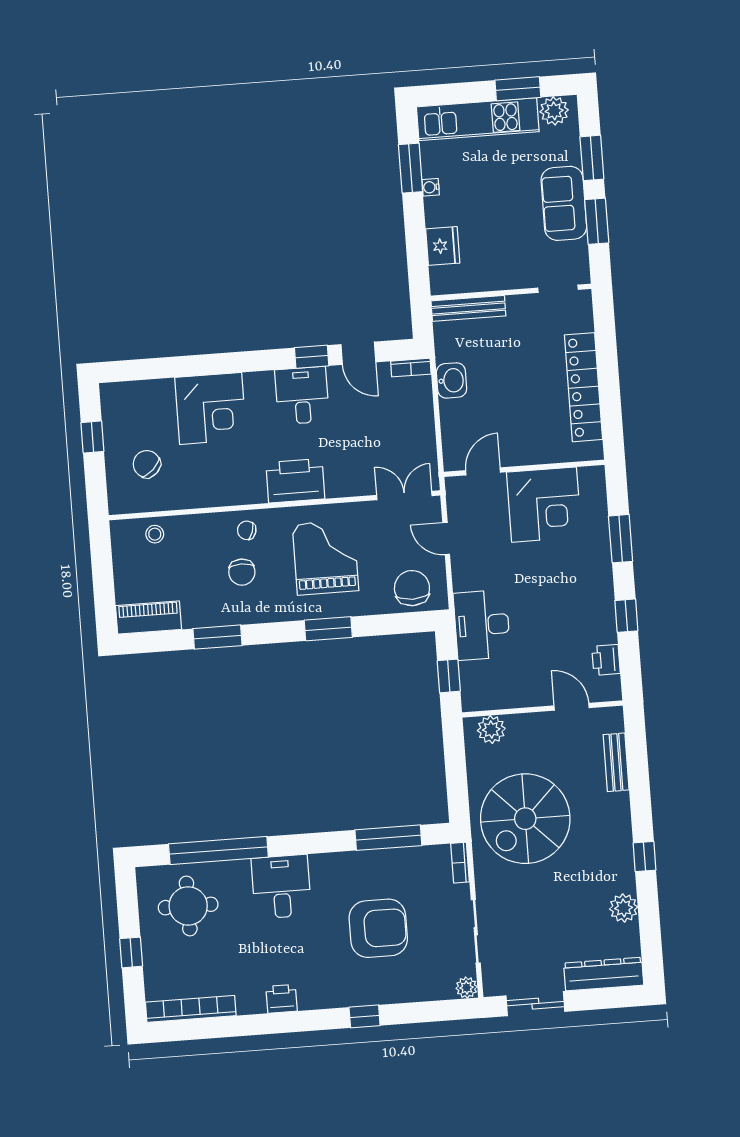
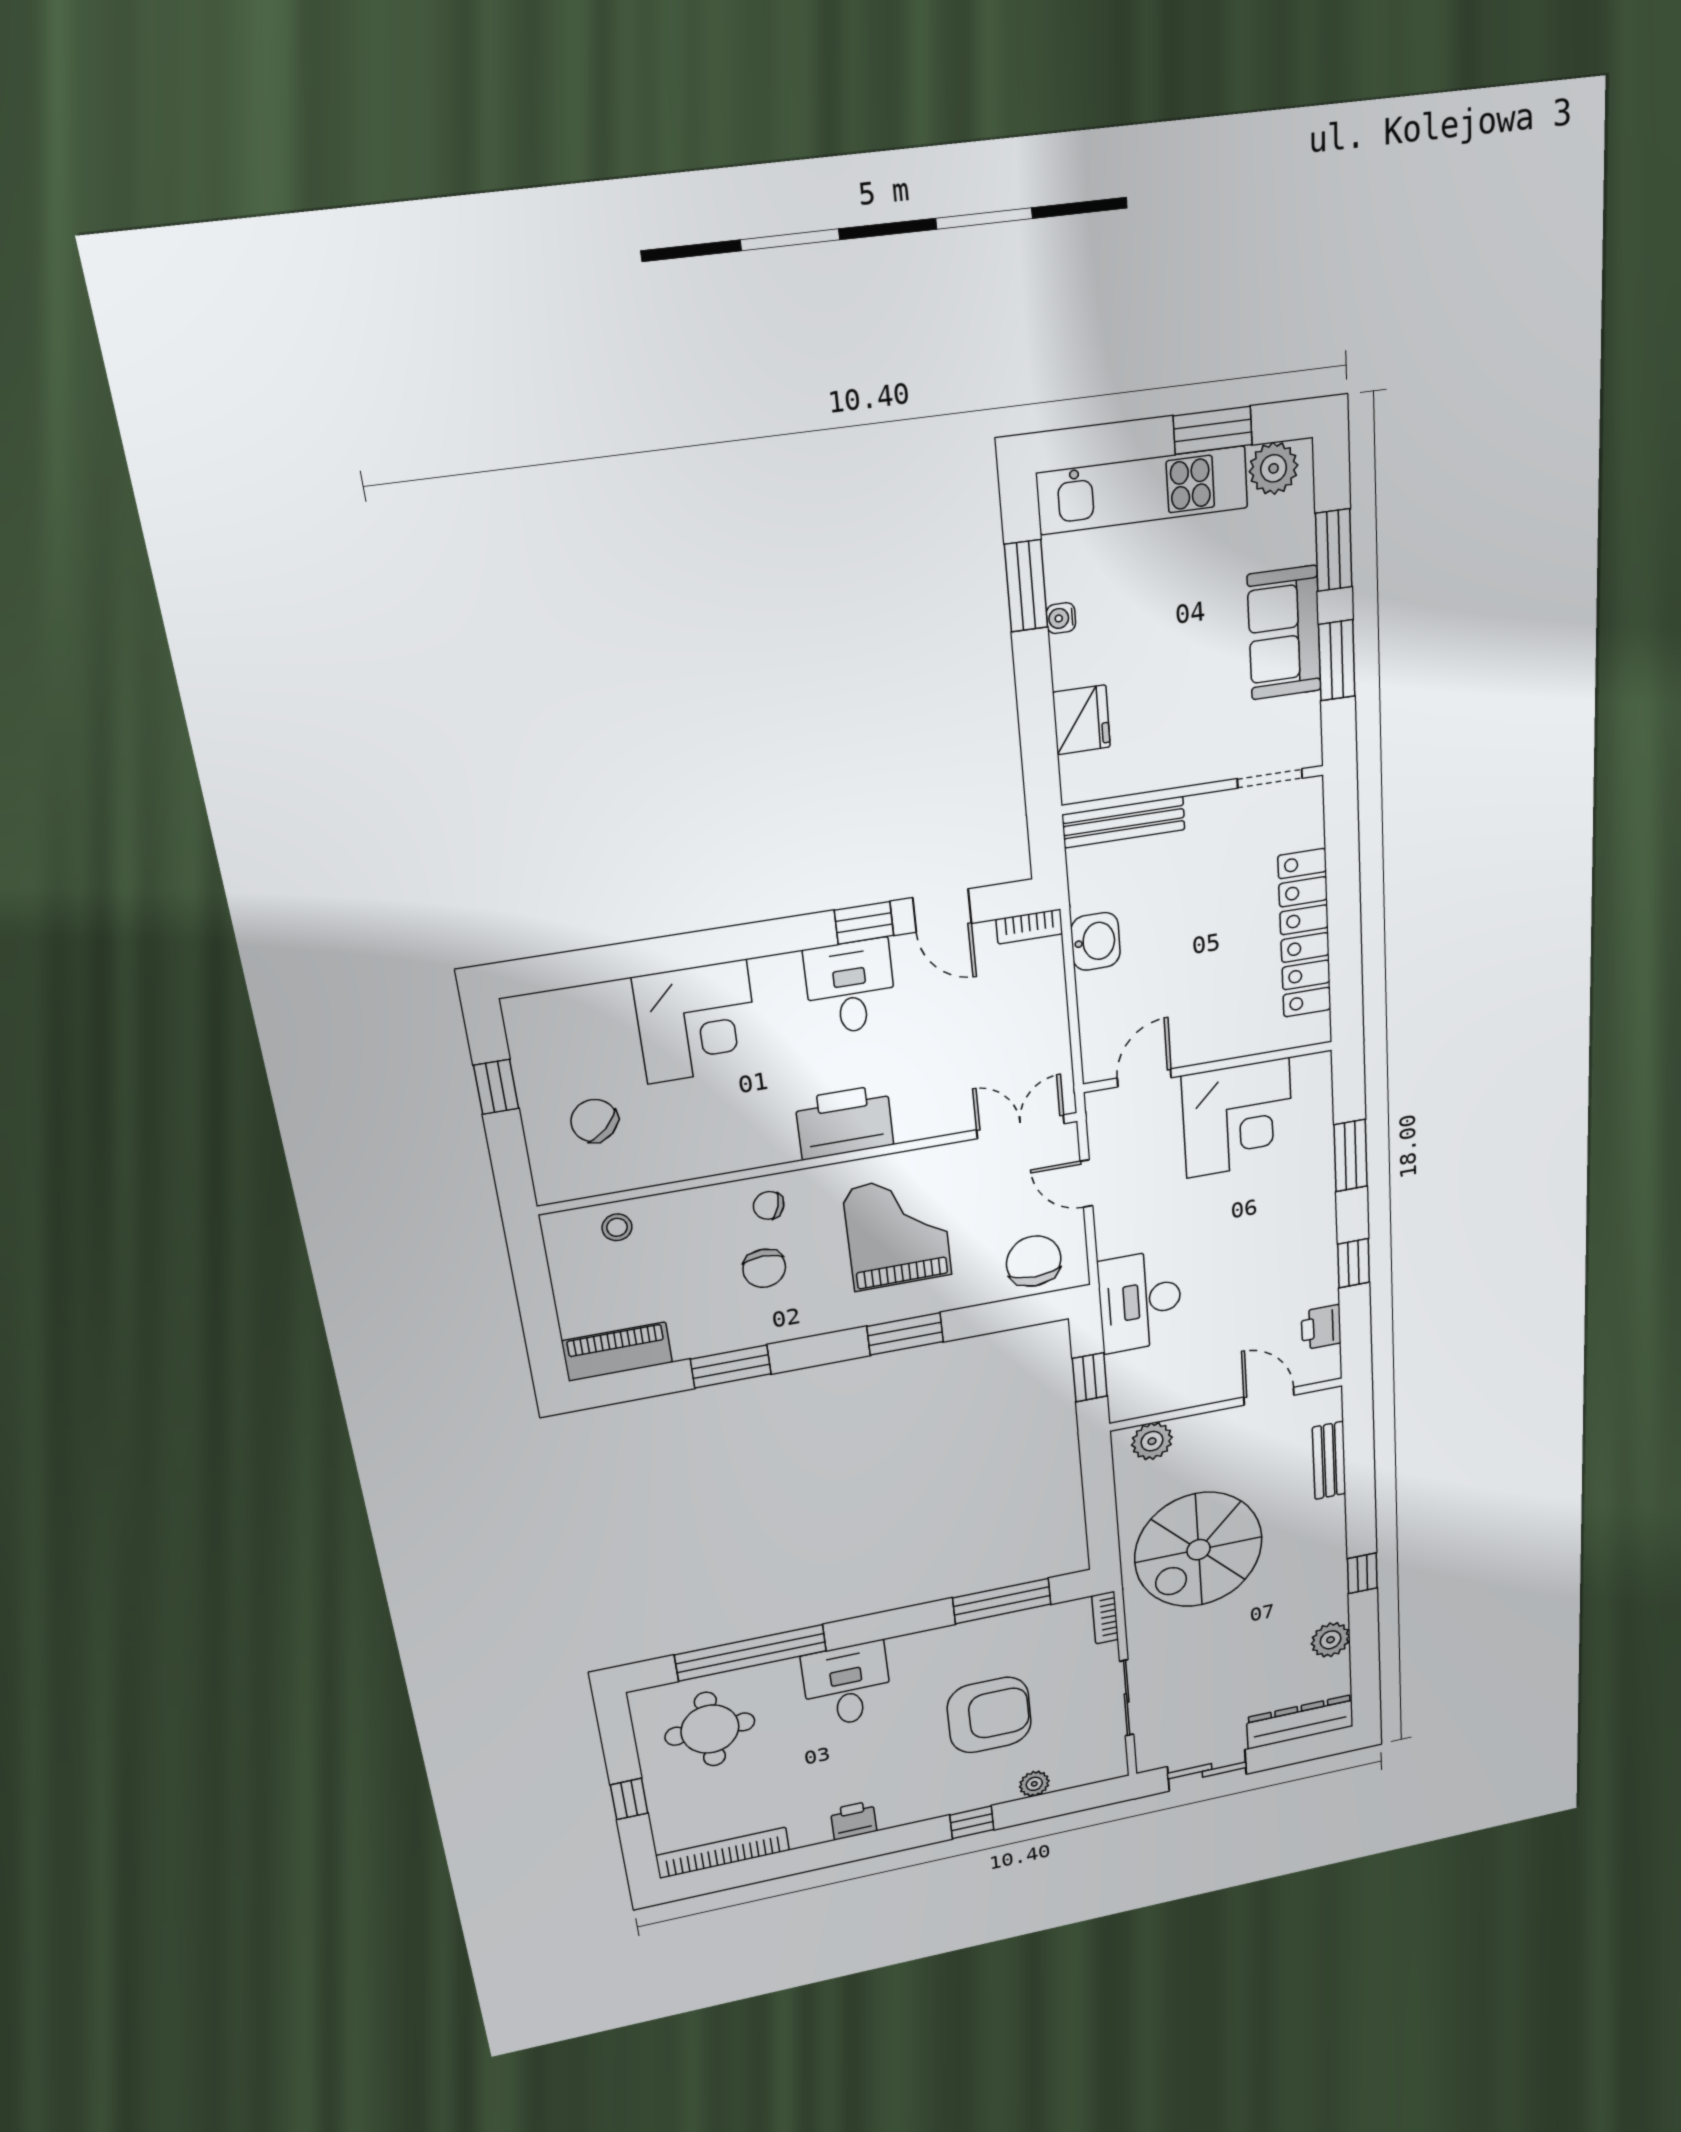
plant: (467, 988) -> (1034, 1784), moved

